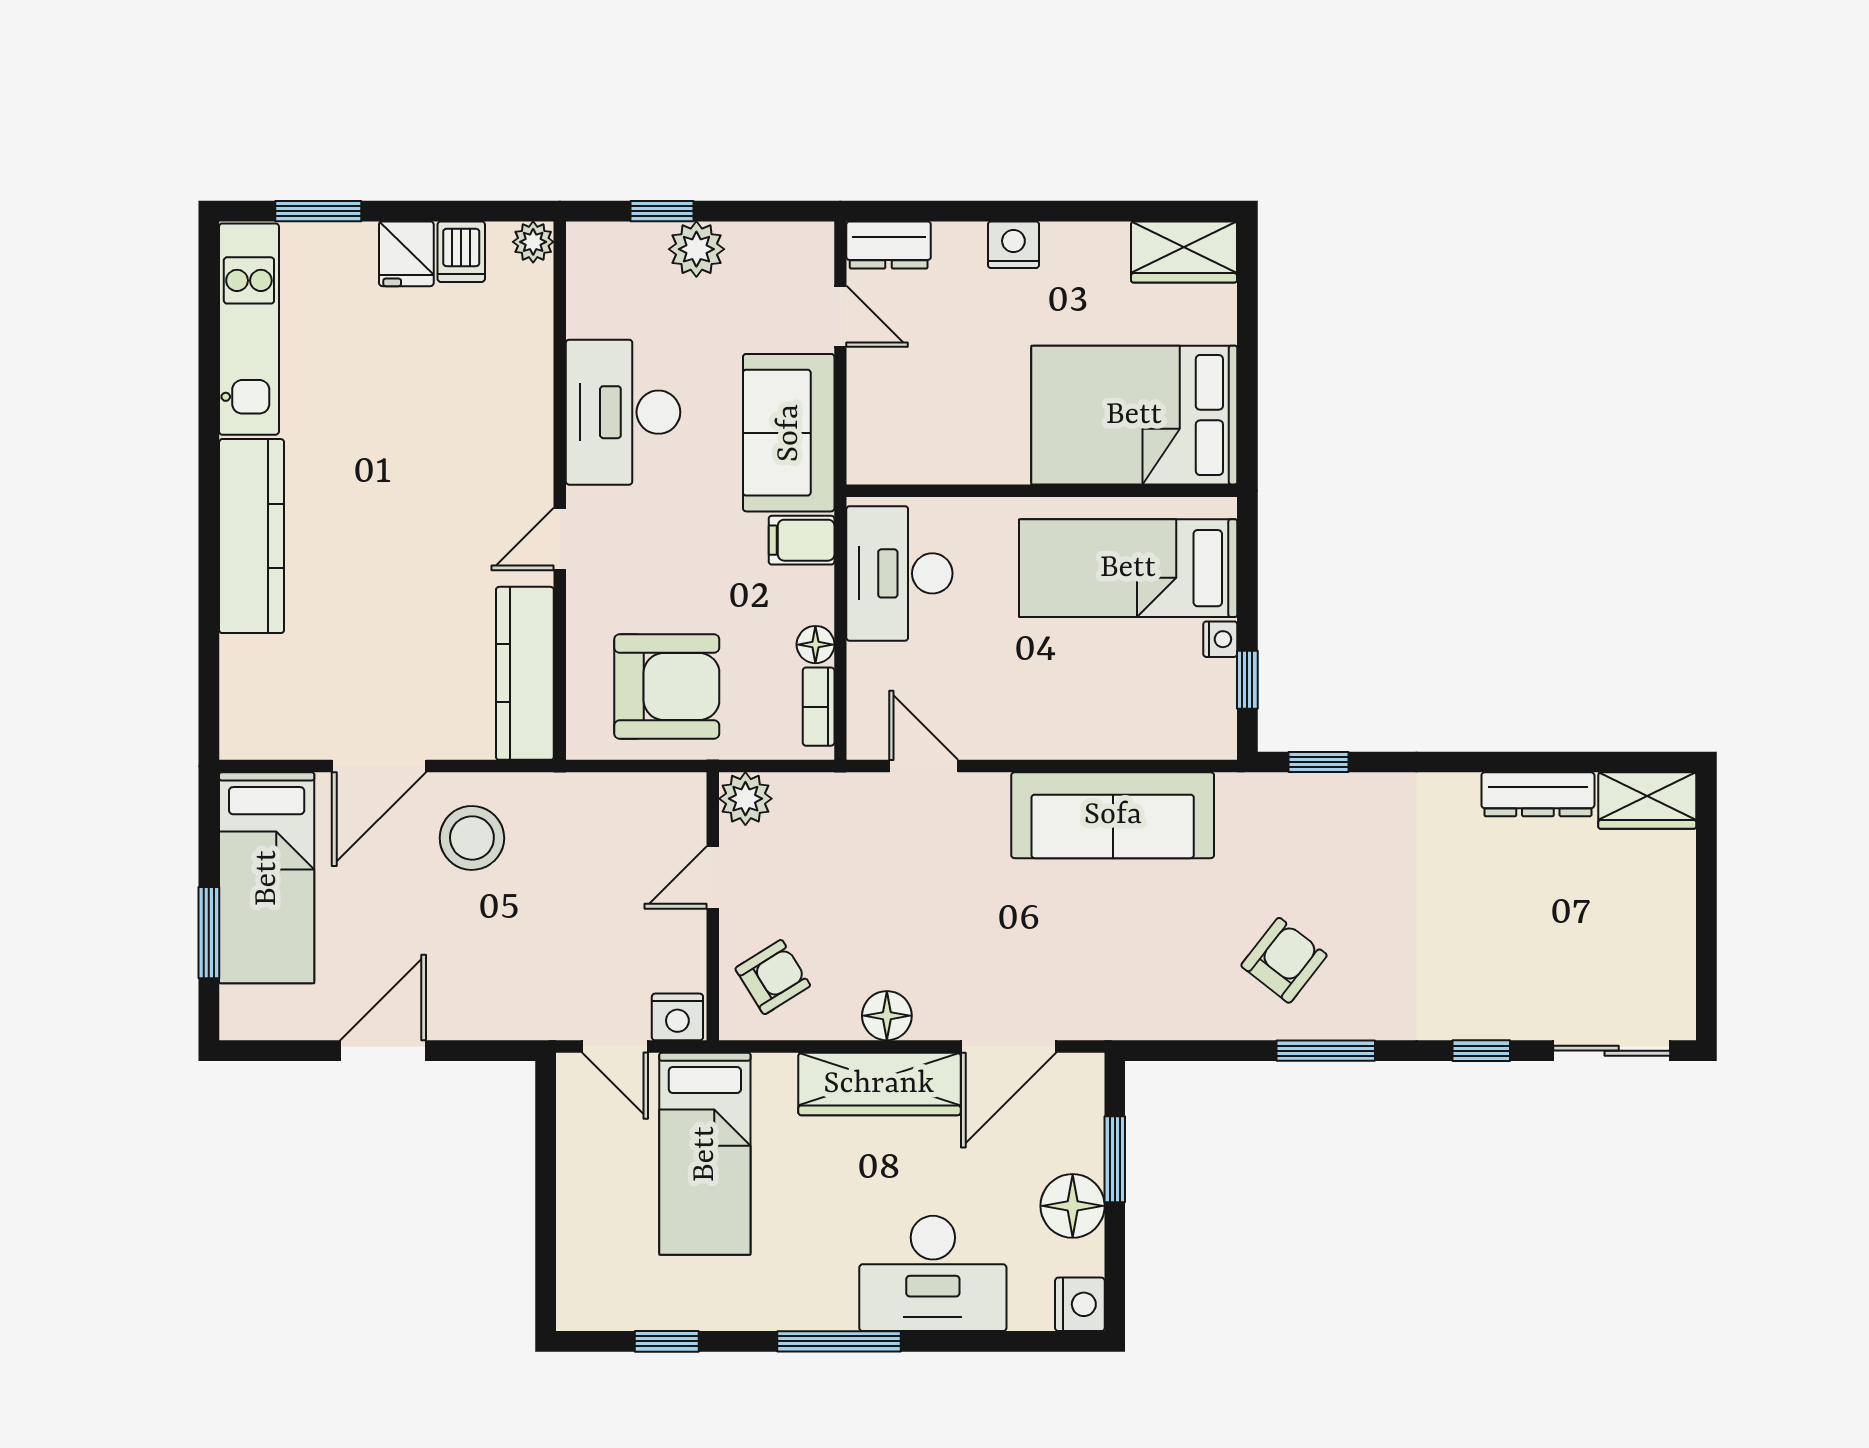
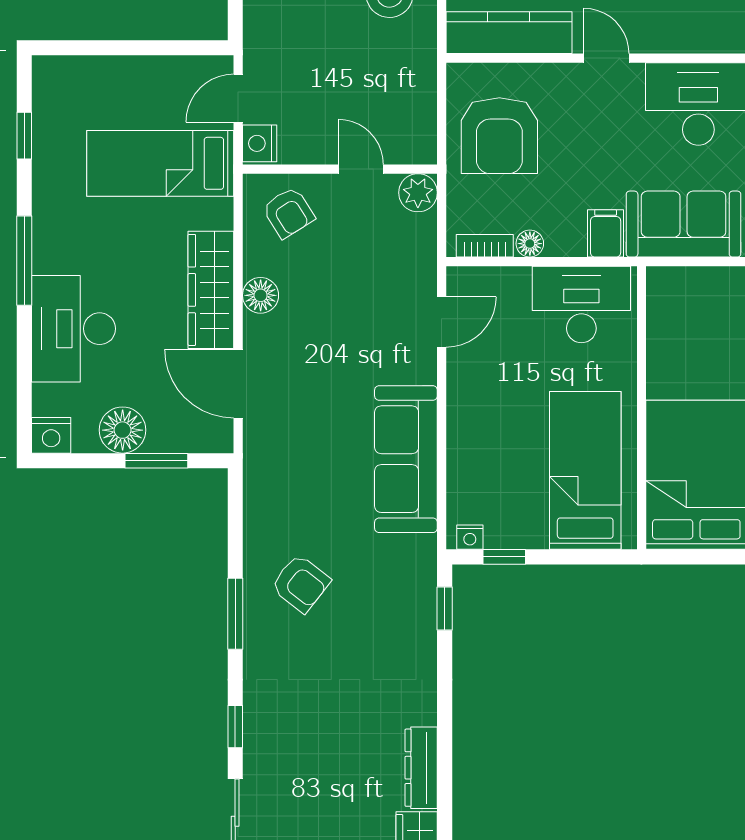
nightstand: (1220, 639) -> (470, 537), moved

